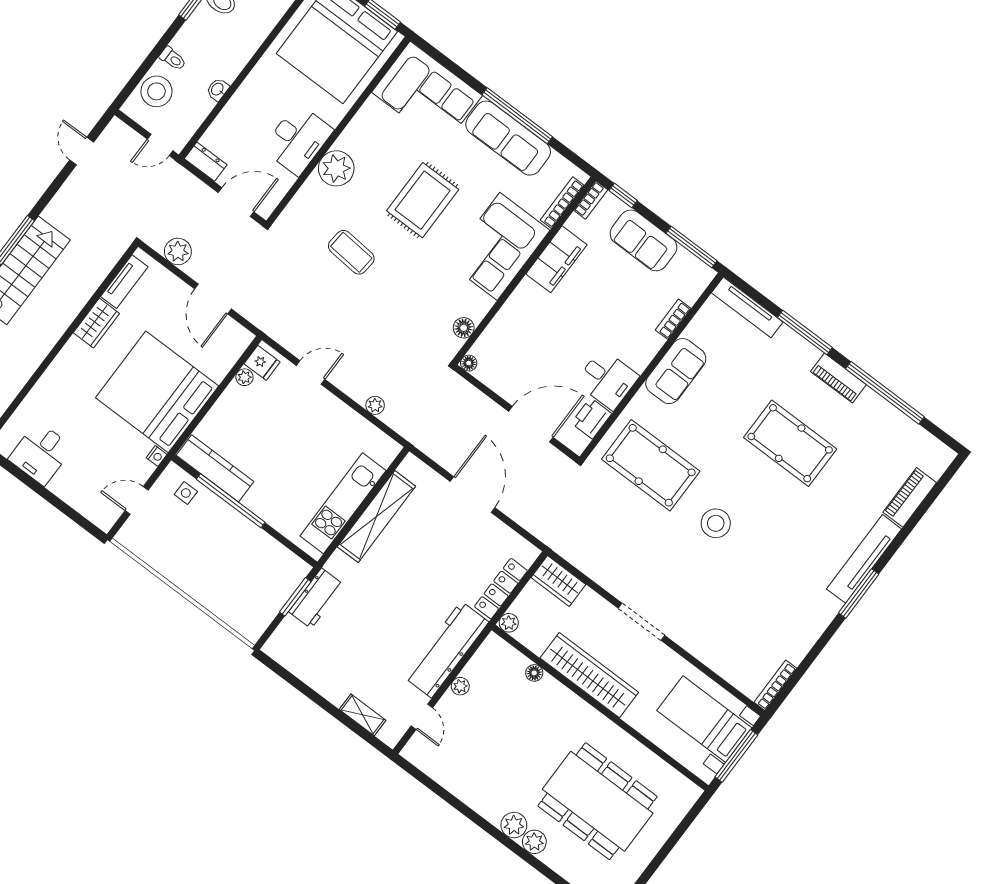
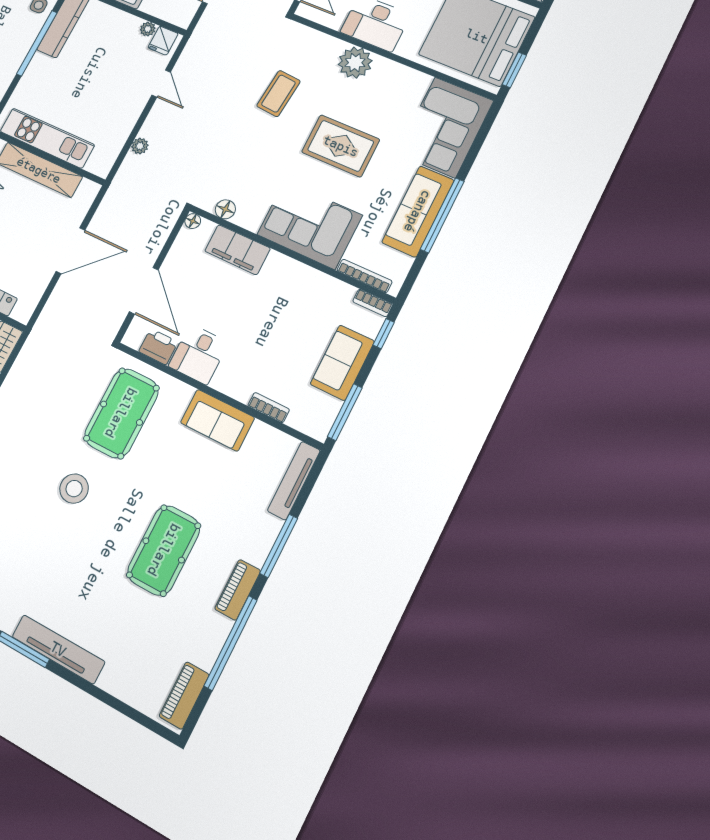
filing cabinet: (556, 259) -> (237, 250), moved
piano: (910, 497) -> (184, 695), moved, turned -90

